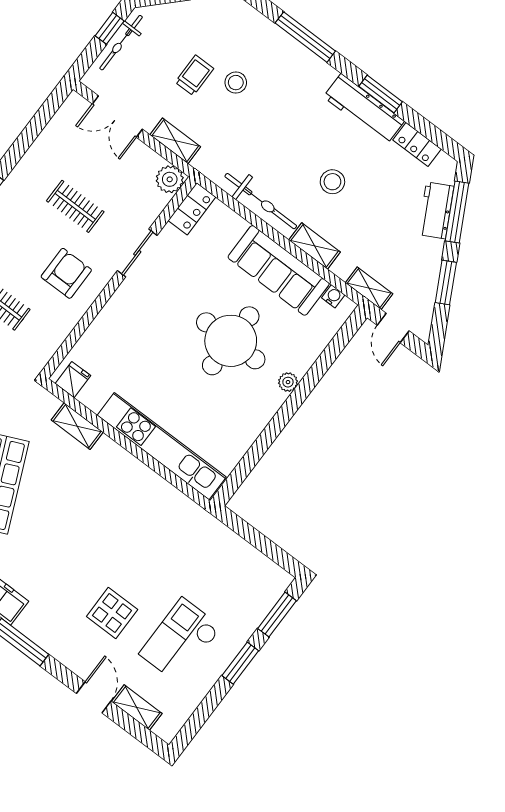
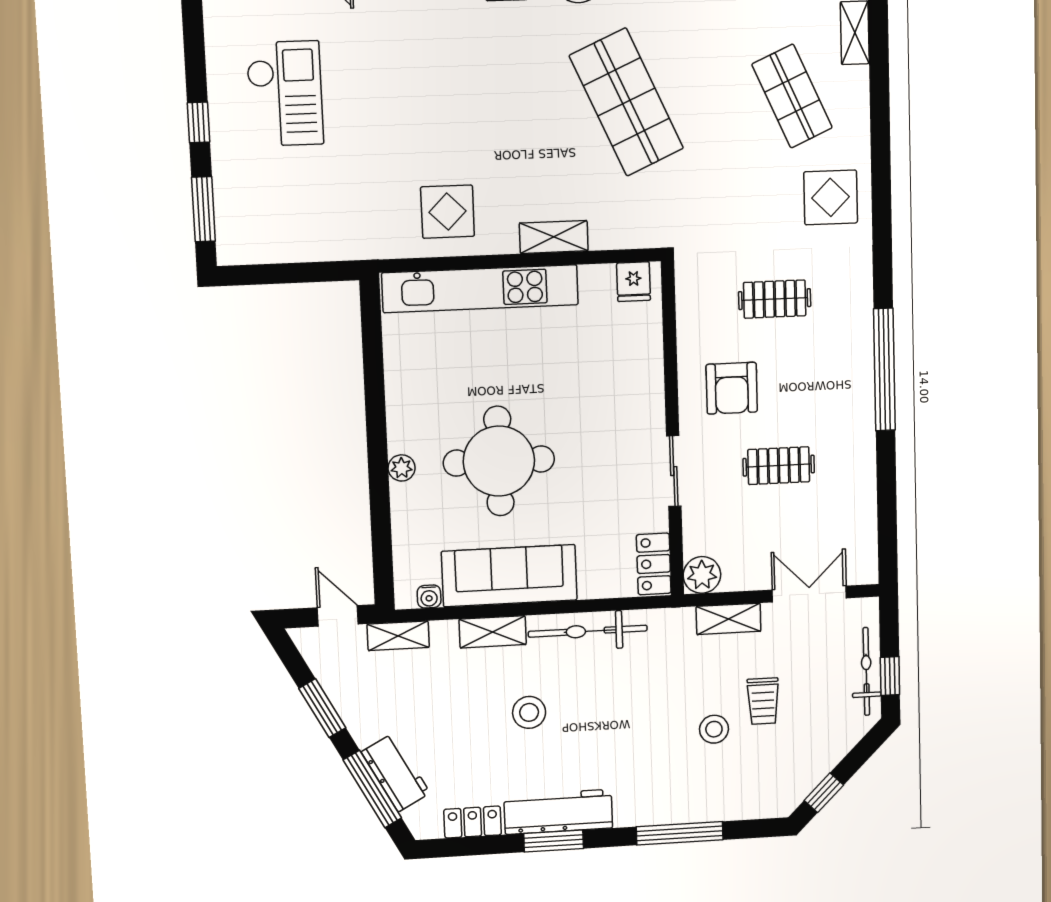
shelving: (77, 426) -> (554, 237), moved
display table: (112, 613) -> (448, 212), moved
window: (240, 663) -> (199, 122), width x0.67

